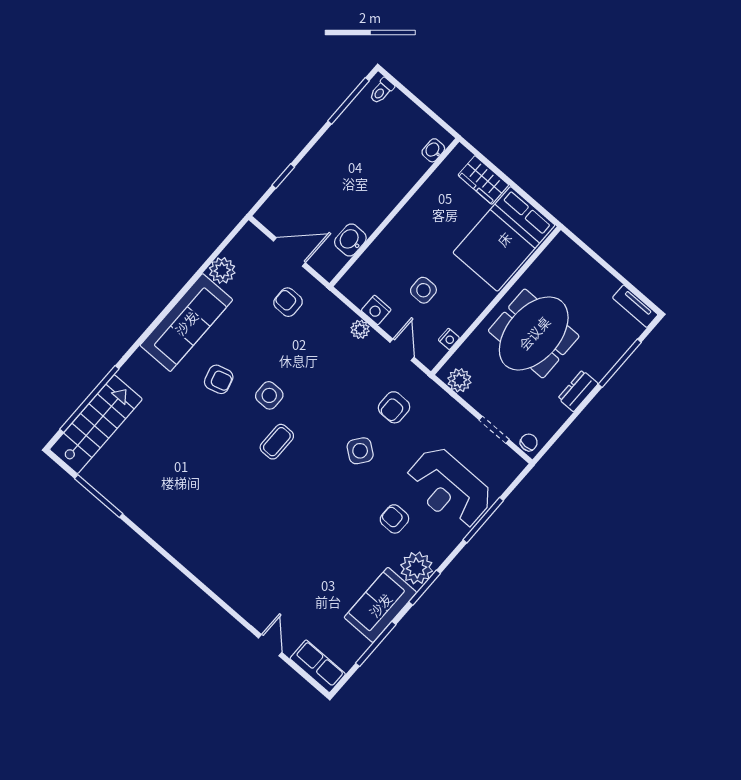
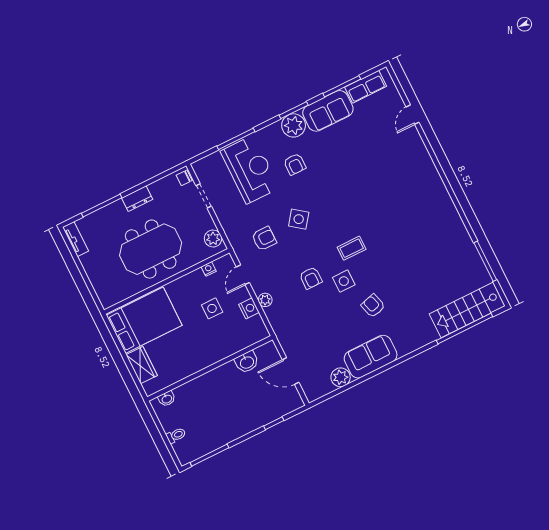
toilet: (382, 91) -> (176, 435), moved
armchair: (288, 302) -> (311, 278), moved
sofa: (186, 323) -> (371, 357), width x0.73
row of seats: (318, 666) -> (366, 87), moved, turned -90

